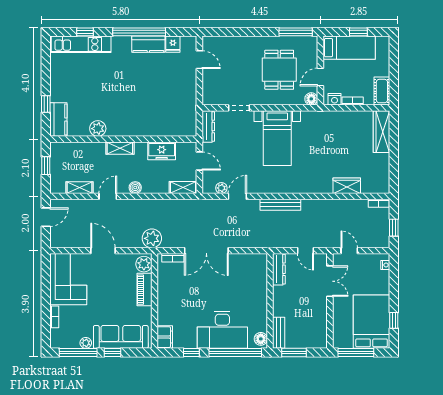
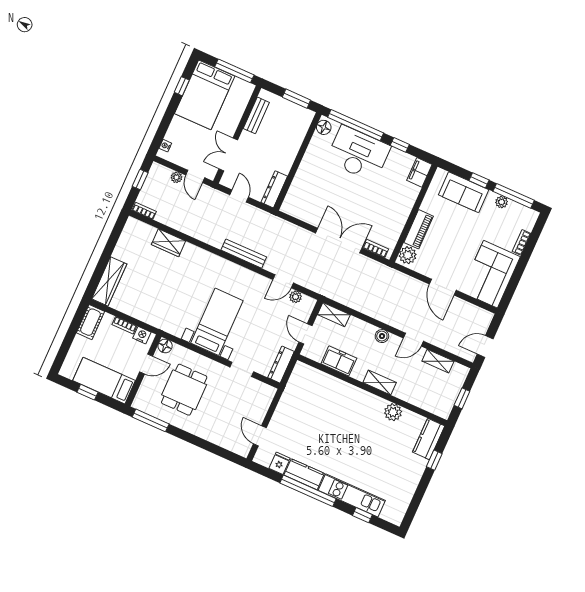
kitchen unit: (81, 44) -> (352, 495), moved
plant: (152, 238) -> (176, 177), moved, width x0.53, depth x0.53
bench: (279, 333) -> (256, 115), moved
sofa: (121, 337) -> (464, 192), width x0.73

